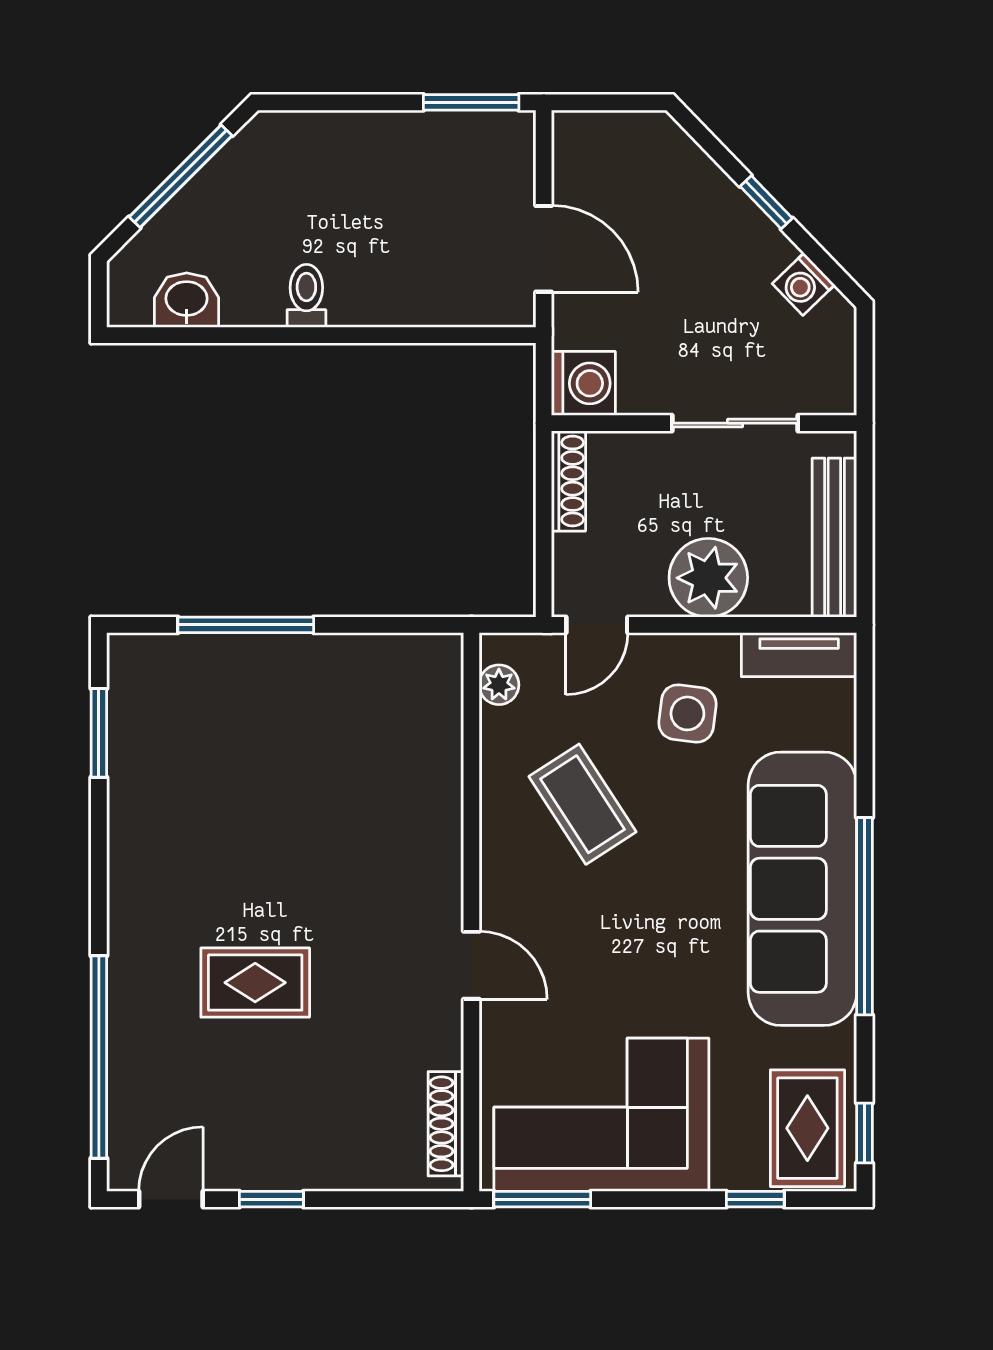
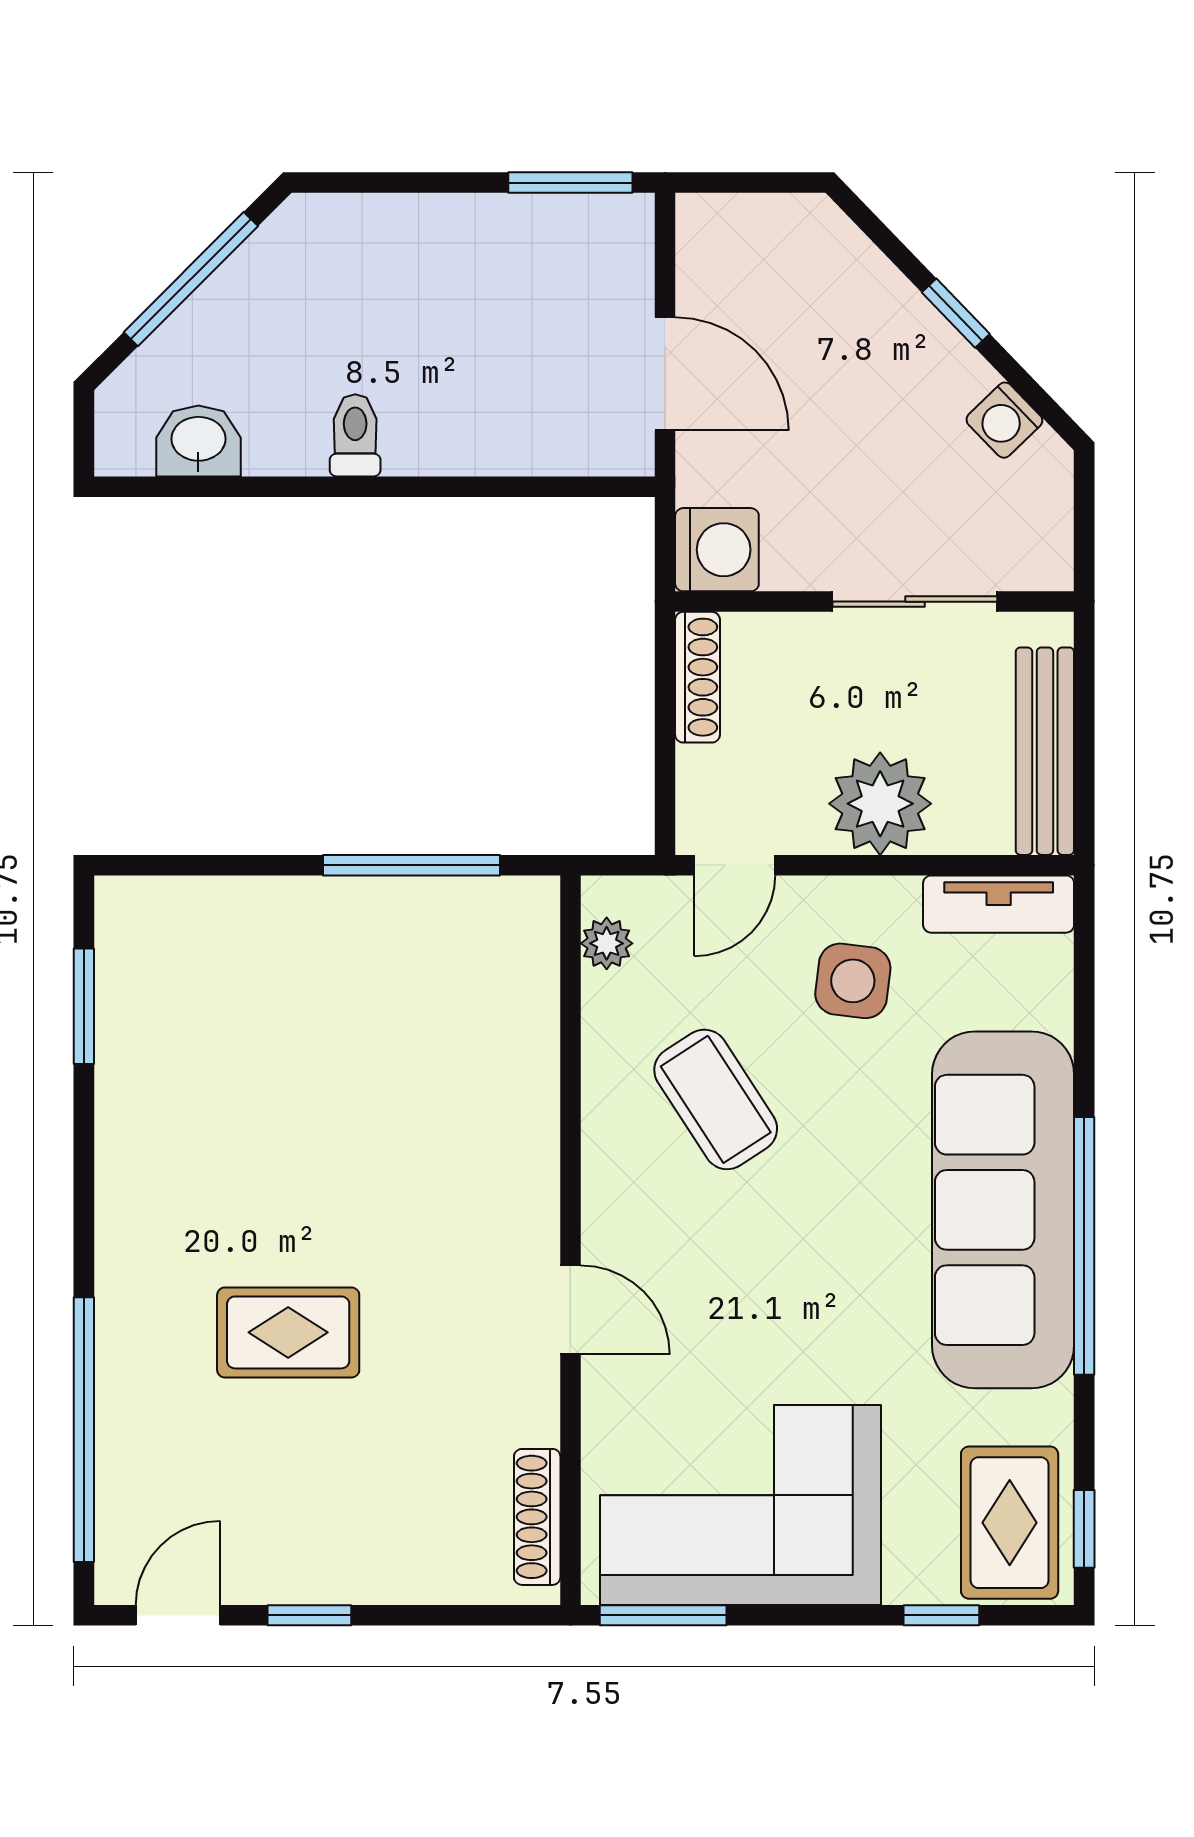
window: (246, 625) -> (411, 865), moved

